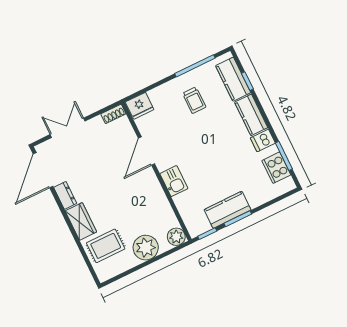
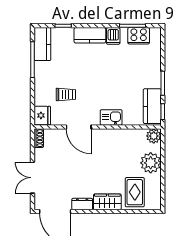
kitchen counter: (233, 79) -> (42, 44), moved, turned -90
trolley: (194, 100) -> (66, 94), moved
kitchen counter: (227, 210) -> (152, 106), moved

